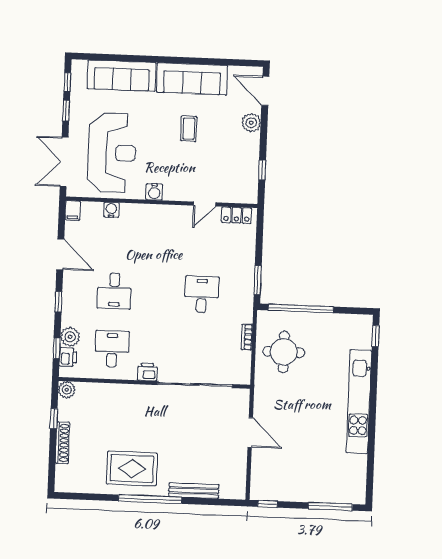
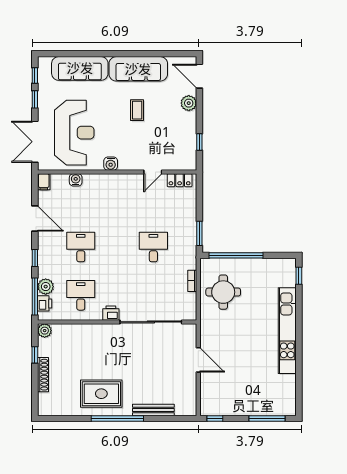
desk: (114, 291) -> (81, 247), turned 180
window: (57, 348) -> (35, 296), width x2.17

